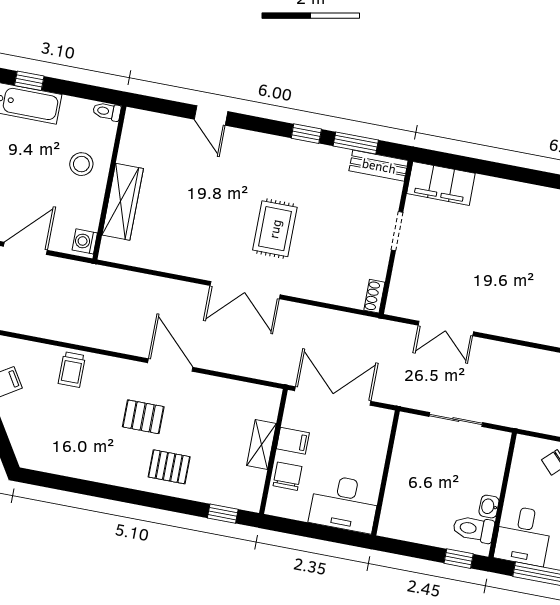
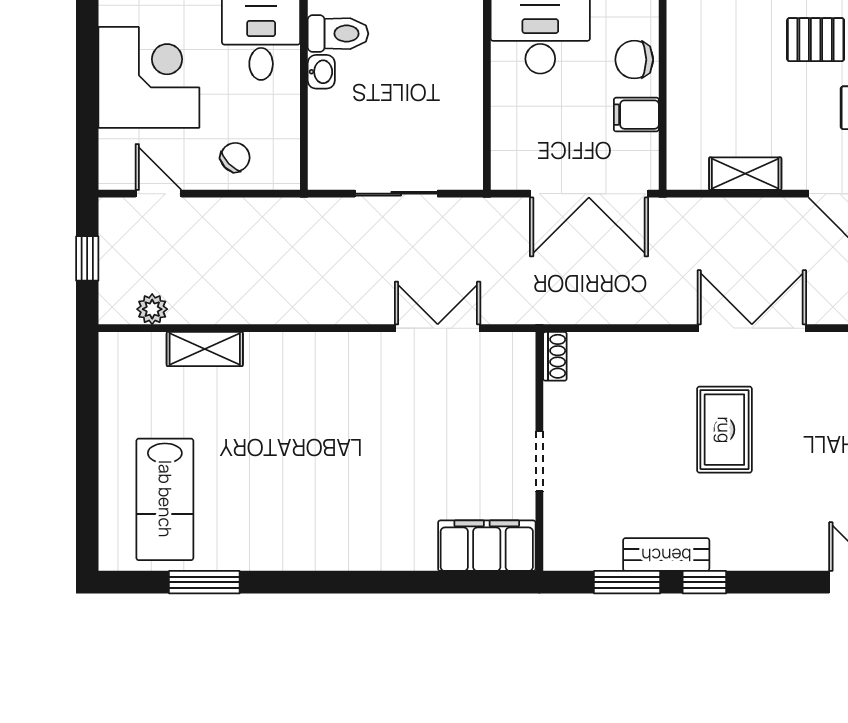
bench: (379, 166) -> (666, 555), moved
shelving: (261, 445) -> (745, 174), moved, turned 90
chair: (287, 476) -> (634, 60), turned 90

